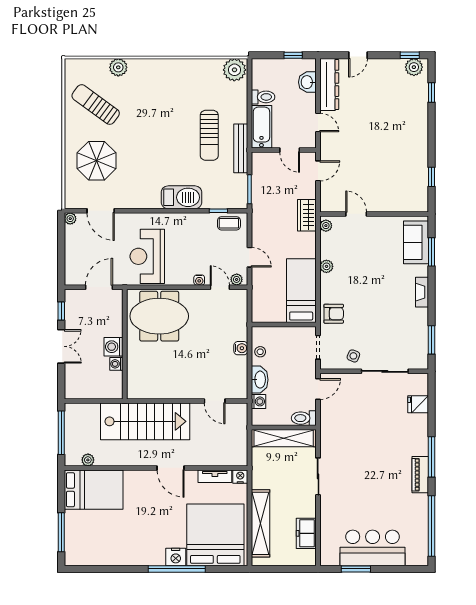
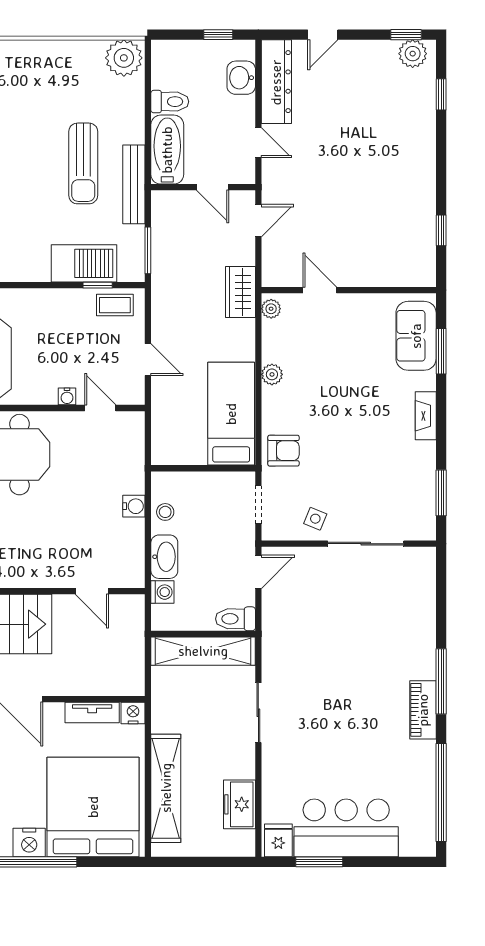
barbecue: (182, 197) -> (84, 263), moved
plant: (237, 279) -> (127, 396), removed
fridge: (418, 404) -> (278, 840), moved, turned 90

